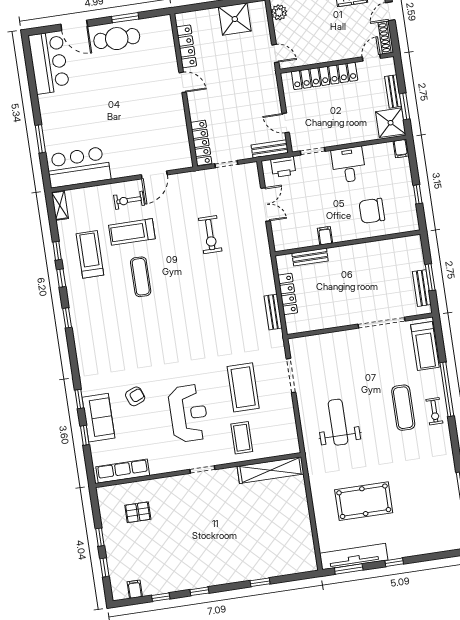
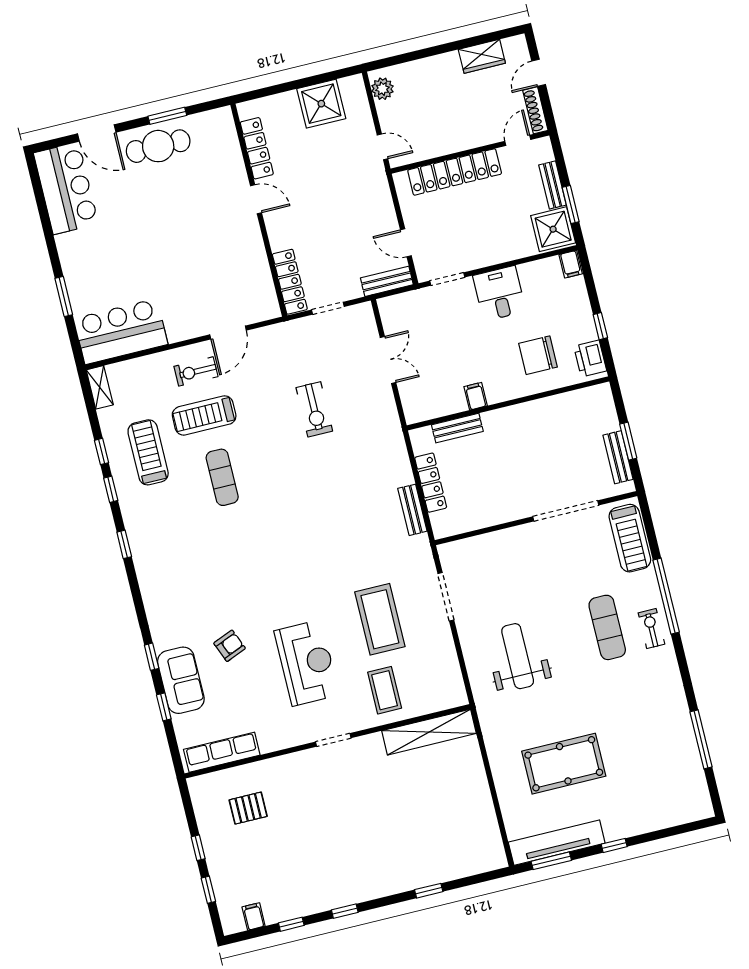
printer: (283, 167) -> (590, 359), moved, turned 90
exercise bike: (434, 411) -> (651, 628), turned 180

